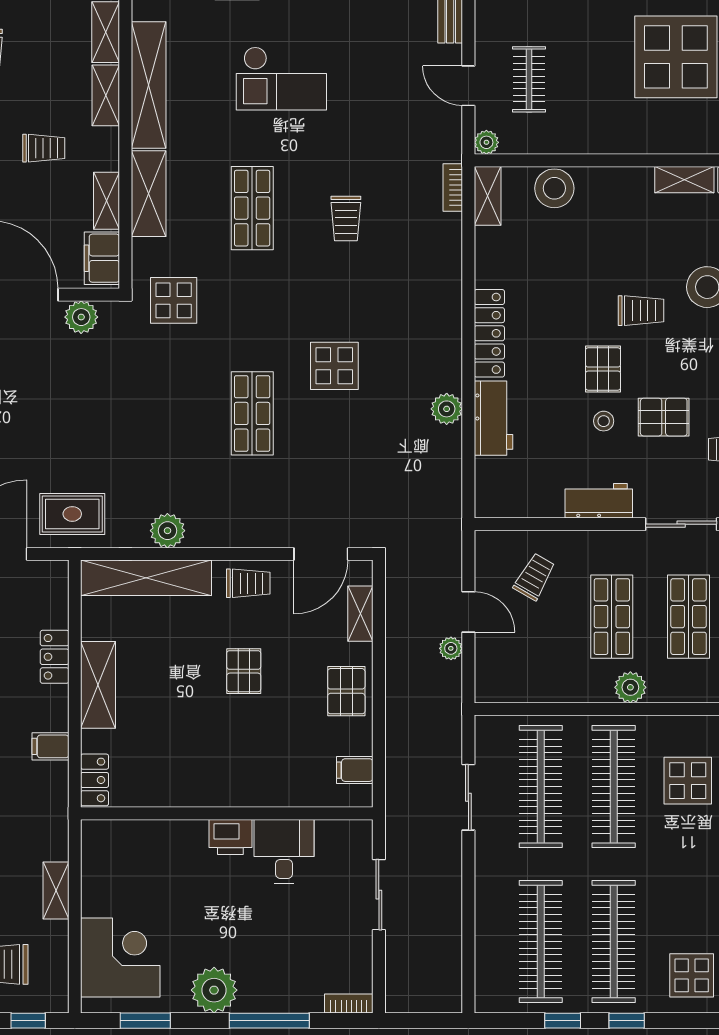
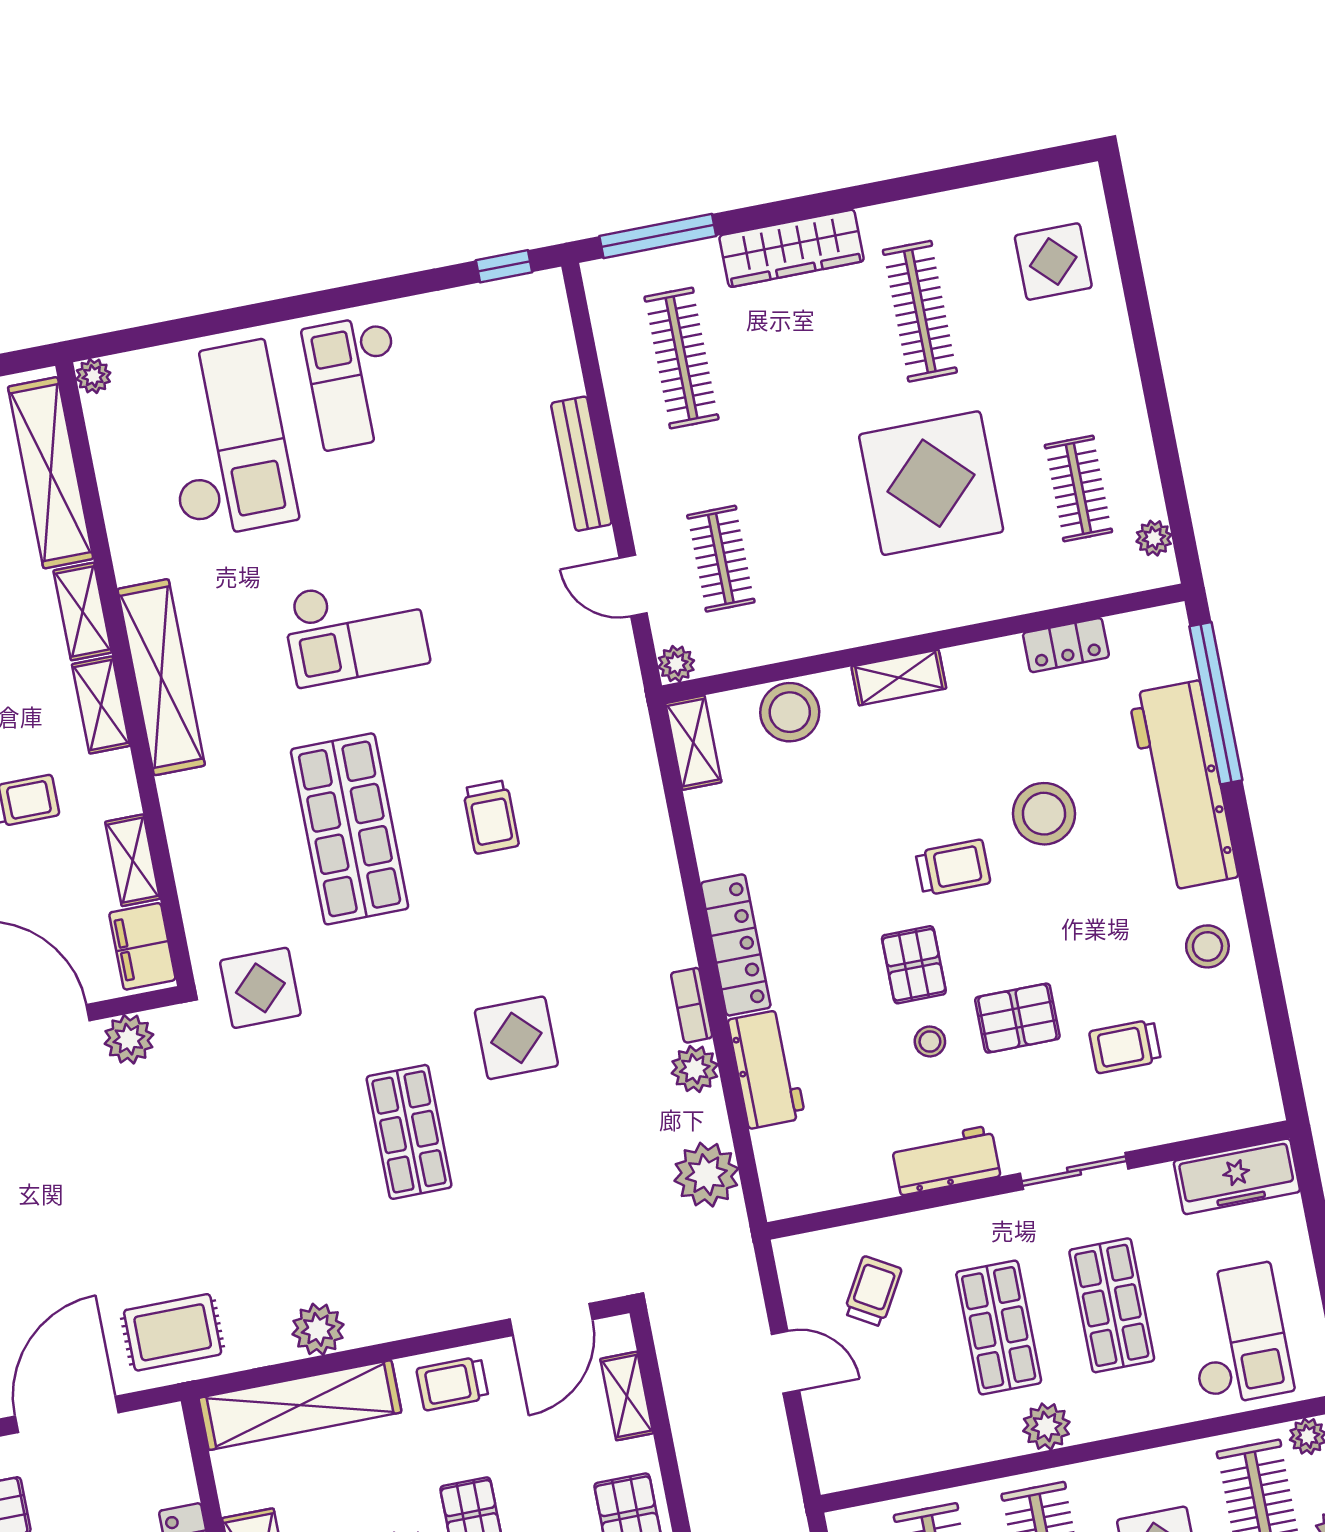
shelving: (684, 180) -> (899, 678), moved
bookcase: (453, 188) -> (692, 1005), moved
shelving: (149, 194) -> (193, 838), removed
shop shelf: (252, 208) -> (350, 829), width x1.43, depth x1.36
trolley: (248, 583) -> (452, 1384), turned 180
plant: (451, 648) -> (706, 1175), moved, width x1.88, depth x1.88

